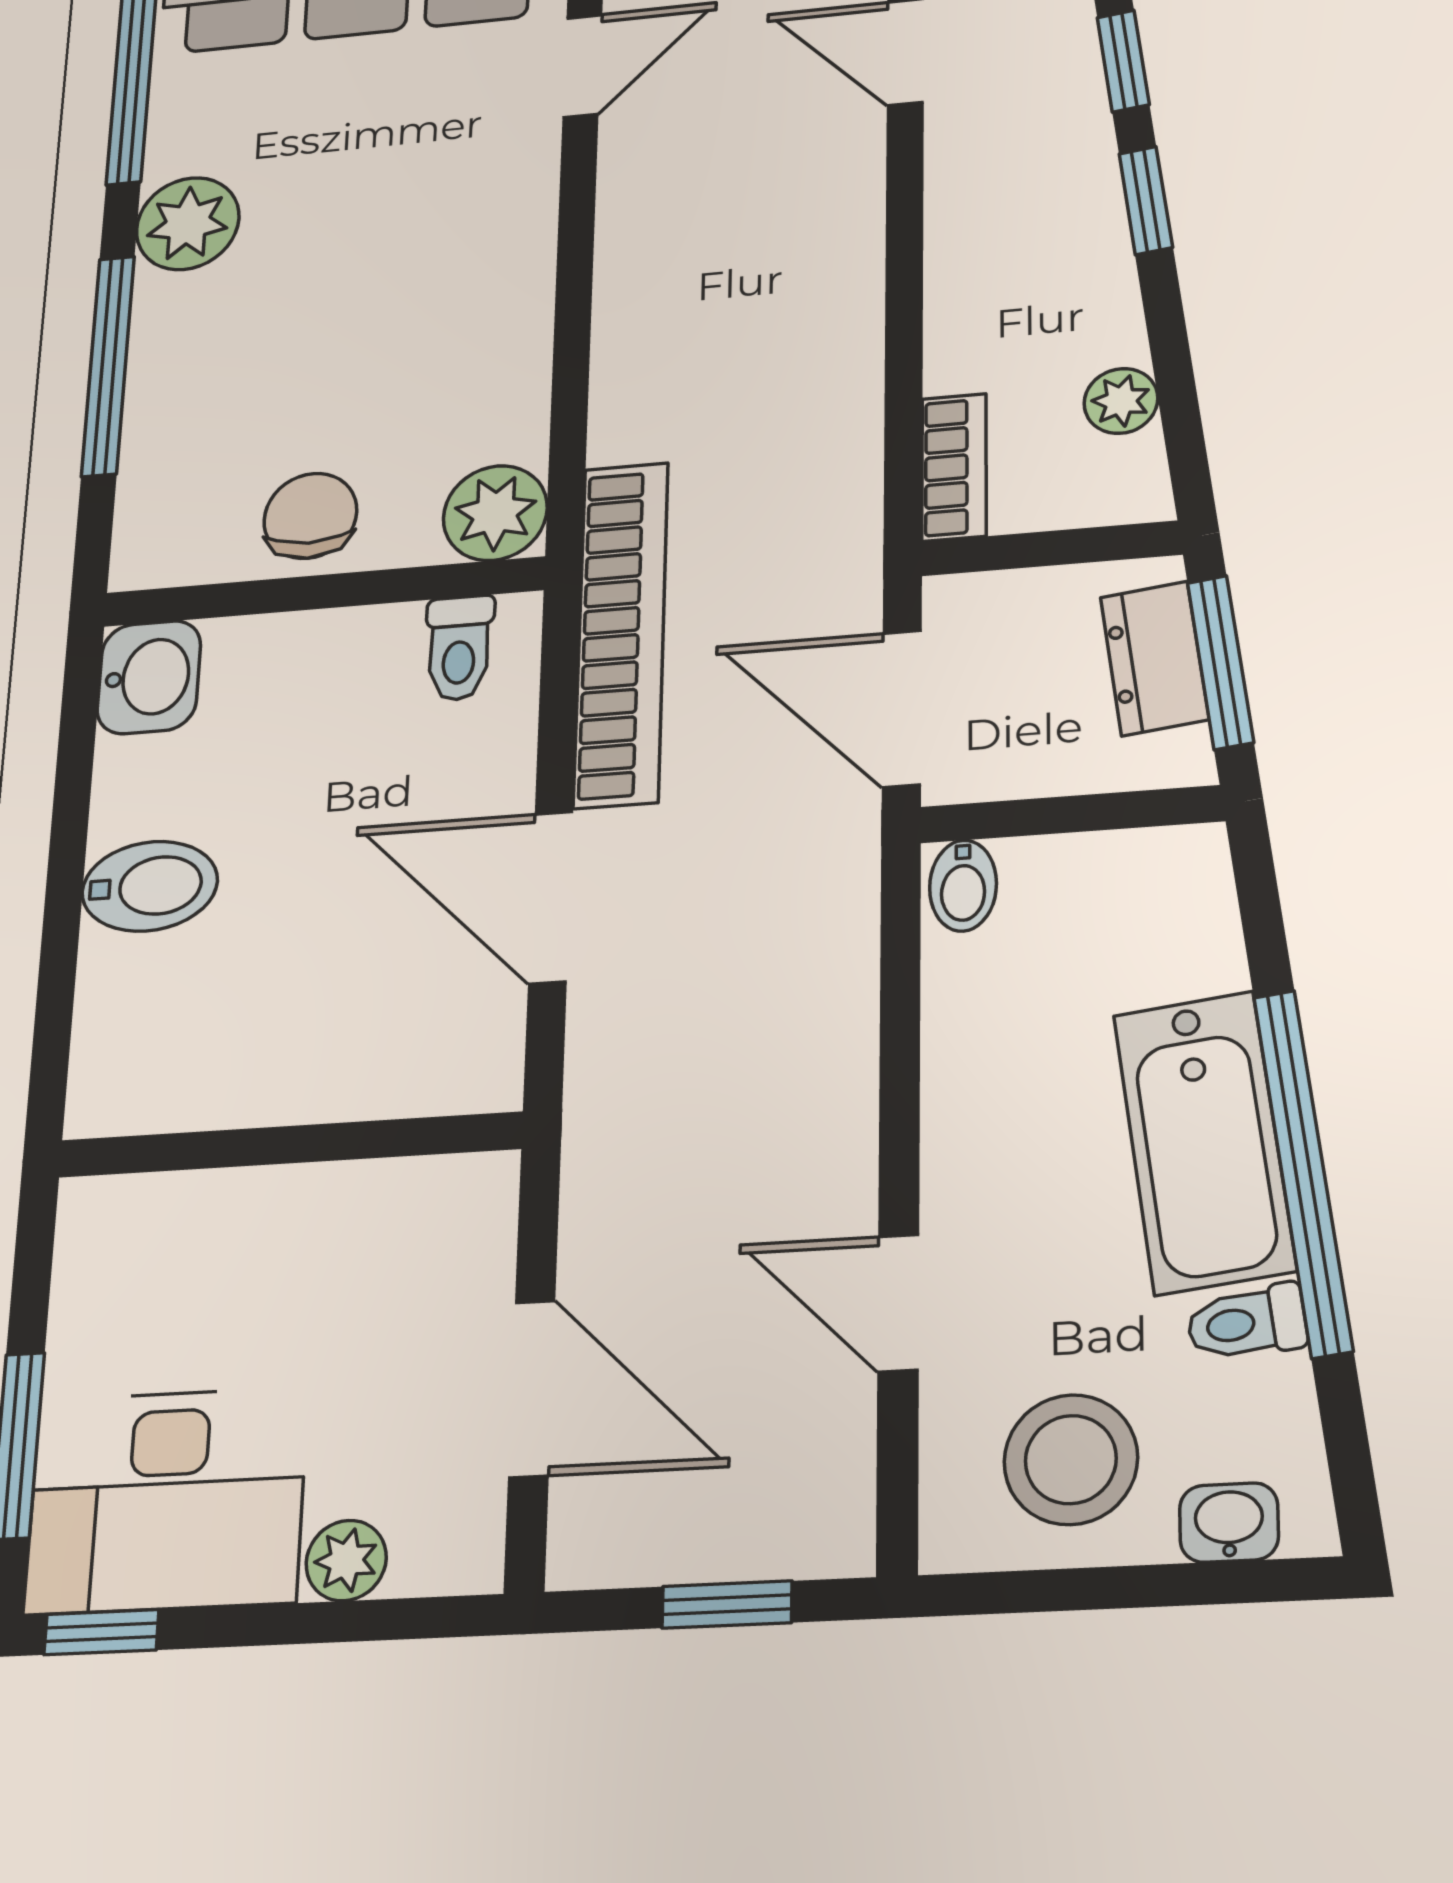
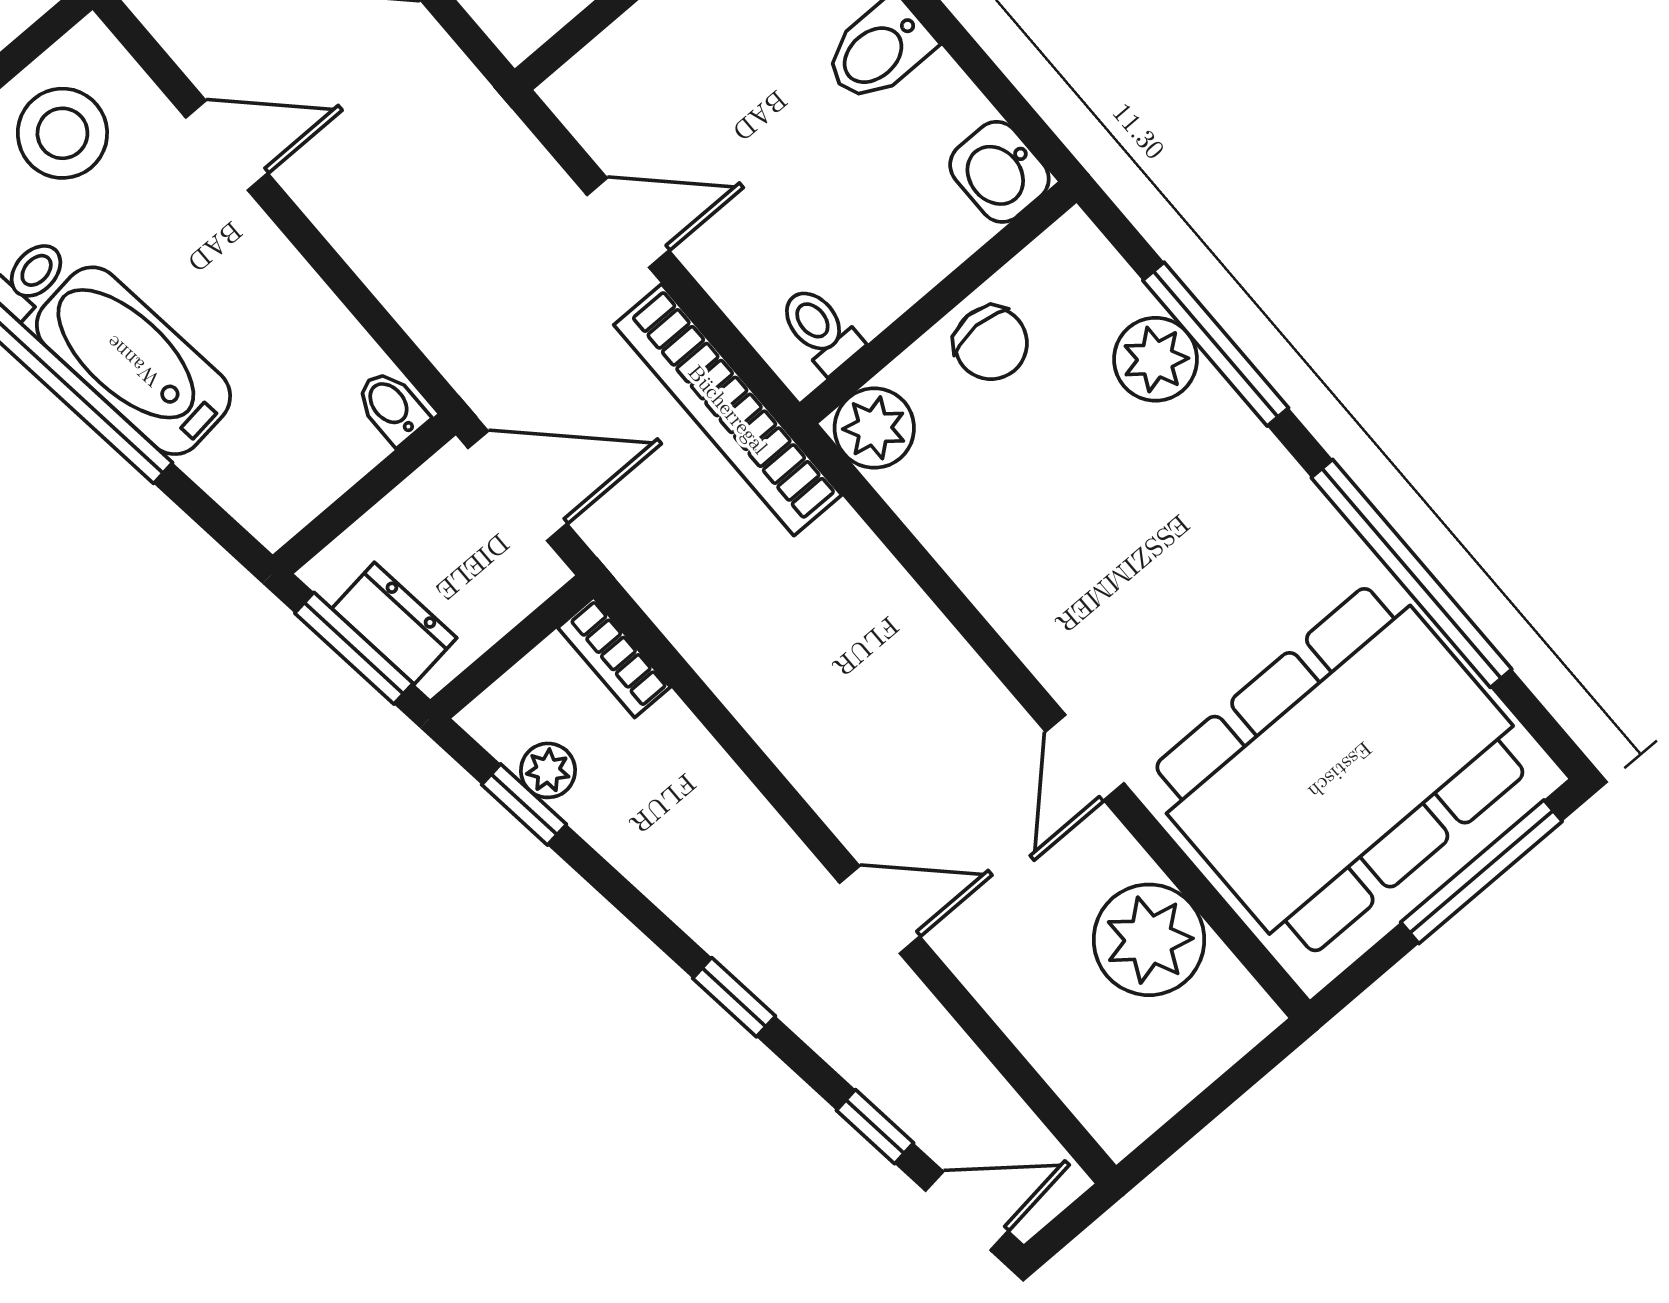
window: (1146, 200) -> (524, 804), moved
plant: (188, 224) -> (1156, 359), moved
door: (551, 897) -> (628, 223), width x0.73

